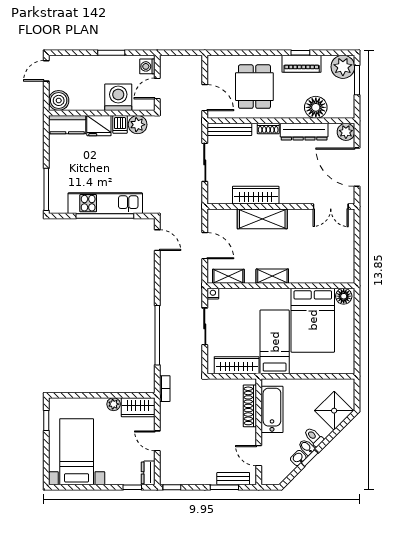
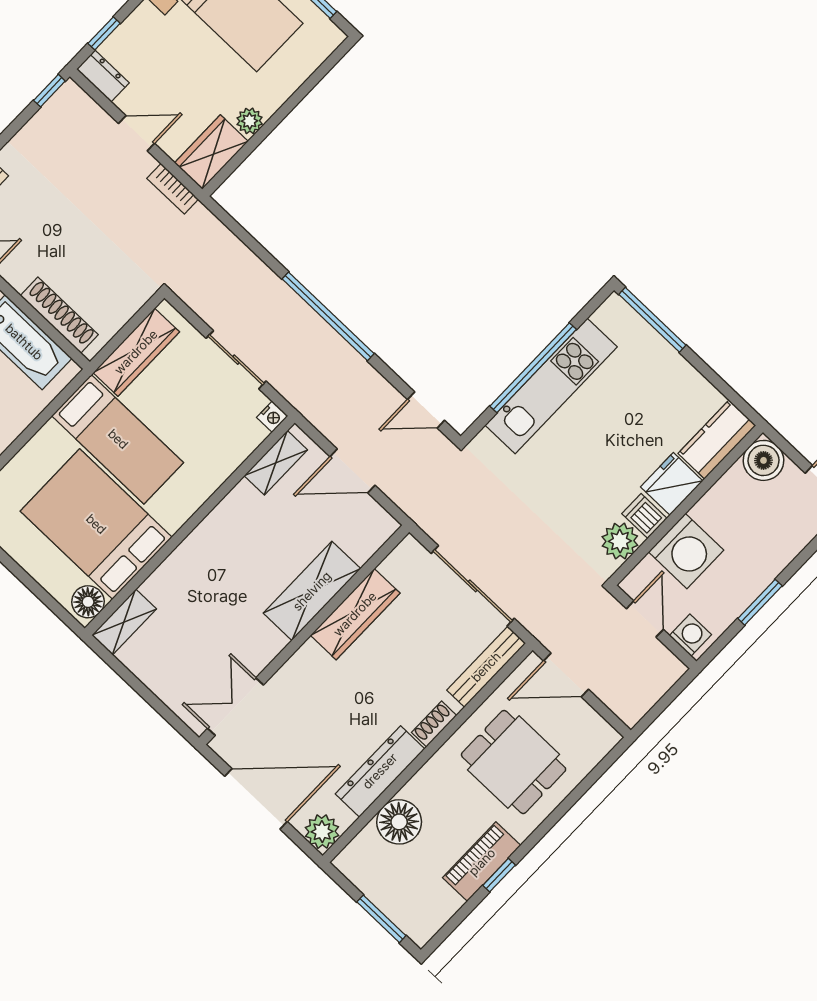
plant: (343, 67) -> (420, 917), removed
sliding door: (205, 162) -> (473, 586), width x1.37
shelving: (272, 276) -> (124, 622), moved
window: (157, 335) -> (328, 316), moved
bookcase: (165, 389) -> (173, 189), moved

